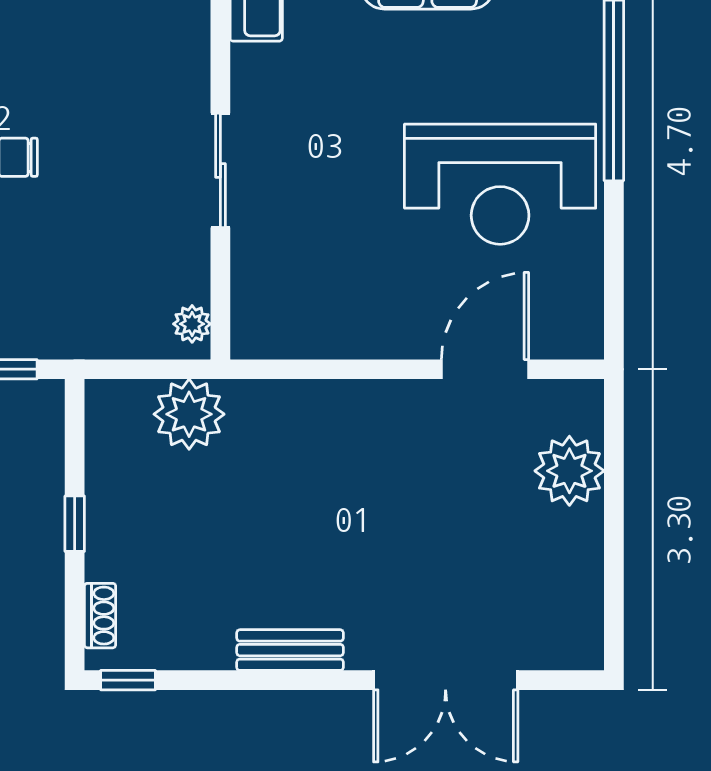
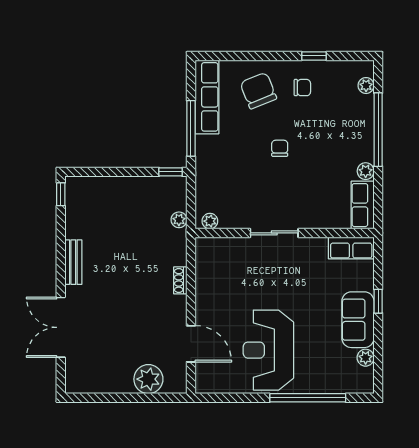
plant: (189, 414) -> (179, 220), width x0.53, depth x0.53
window: (75, 524) -> (171, 172), moved
shoe rack: (100, 616) -> (180, 280), moved, turned 90

